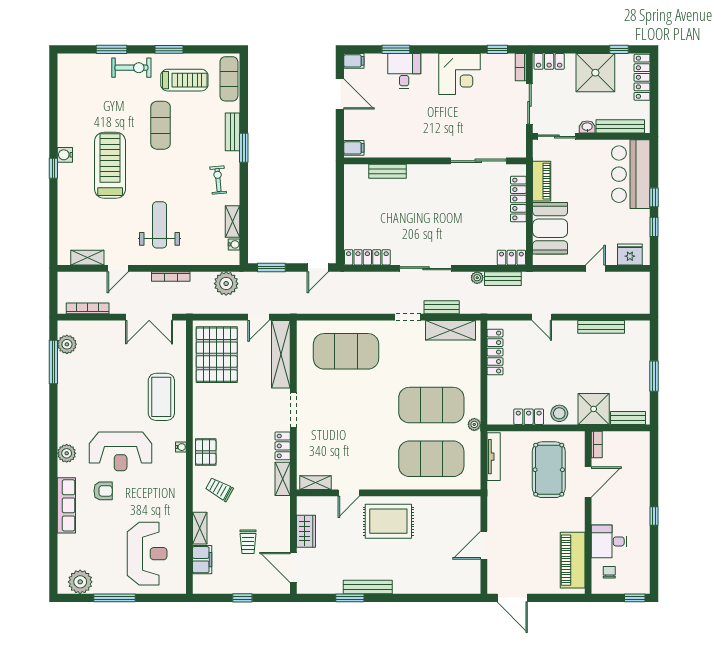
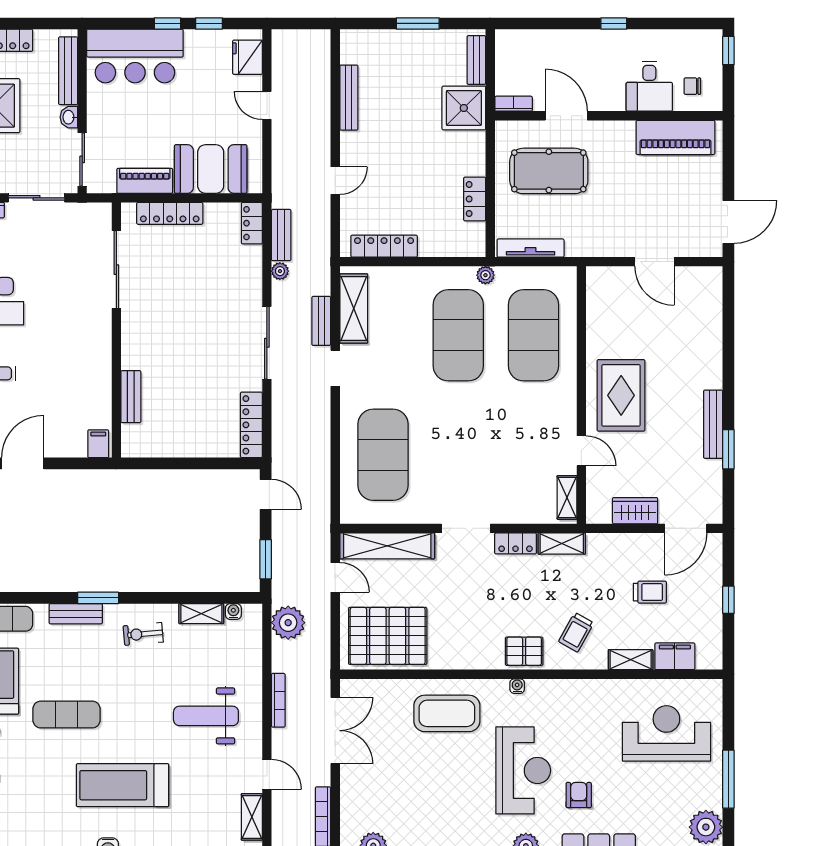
stool: (559, 413) -> (470, 156), removed

